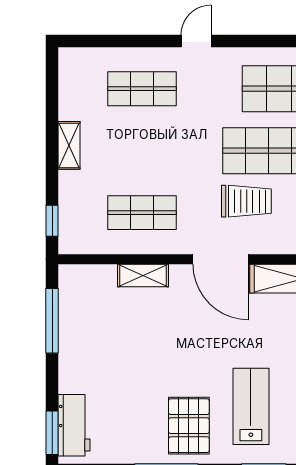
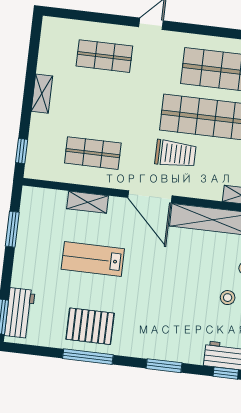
window: (52, 321) -> (12, 229), width x0.69
lab bench: (251, 406) -> (93, 259), moved, turned -90
pallet: (189, 426) -> (90, 326), moved, turned 90

